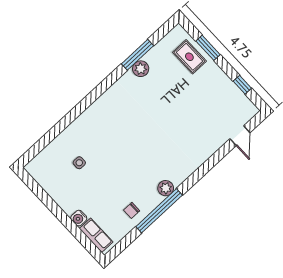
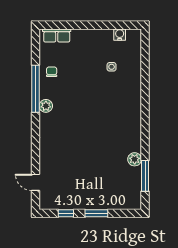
window: (208, 48) -> (96, 213), moved
window: (137, 55) -> (145, 176), moved
rug: (189, 57) -> (114, 197), removed
water cooler: (79, 218) -> (120, 35), moved

